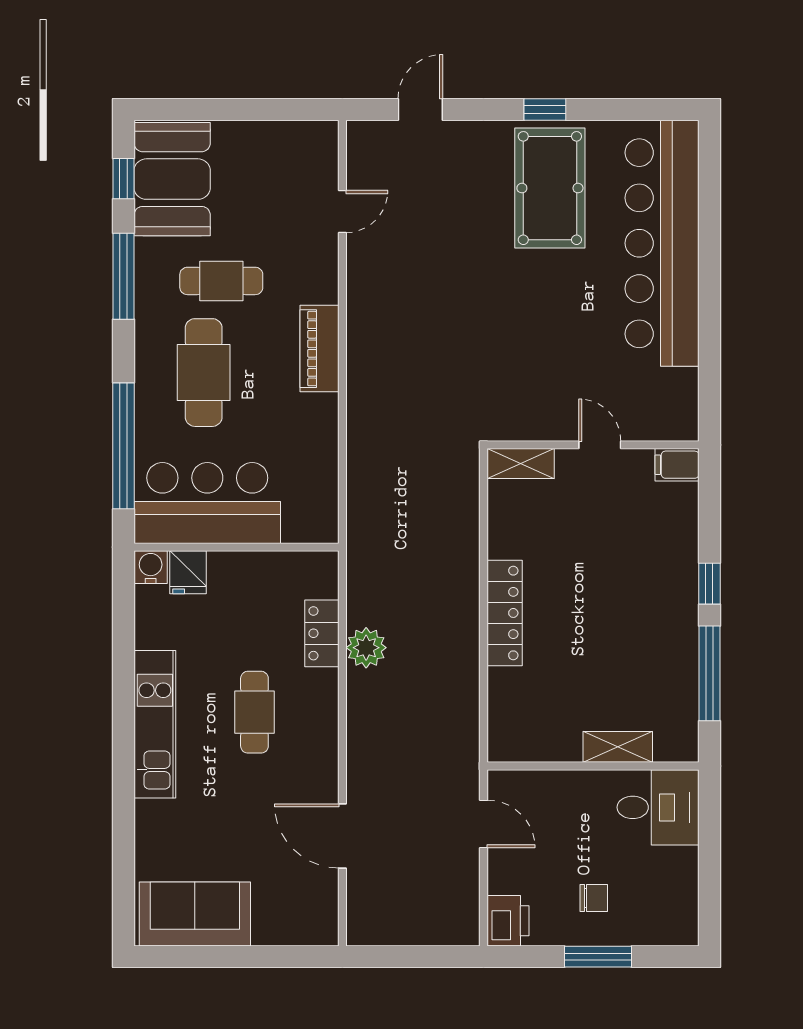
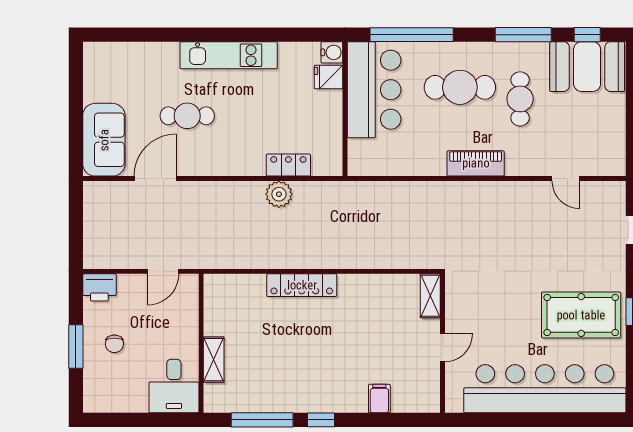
wall: (593, 445) -> (443, 343), moved
door: (600, 445) -> (443, 348), moved
shelving: (521, 463) -> (430, 296), moved
filing cabinet: (677, 465) -> (379, 399), moved
cafe table: (254, 712) -> (187, 116), moved
sofa: (195, 914) -> (104, 140), moved

